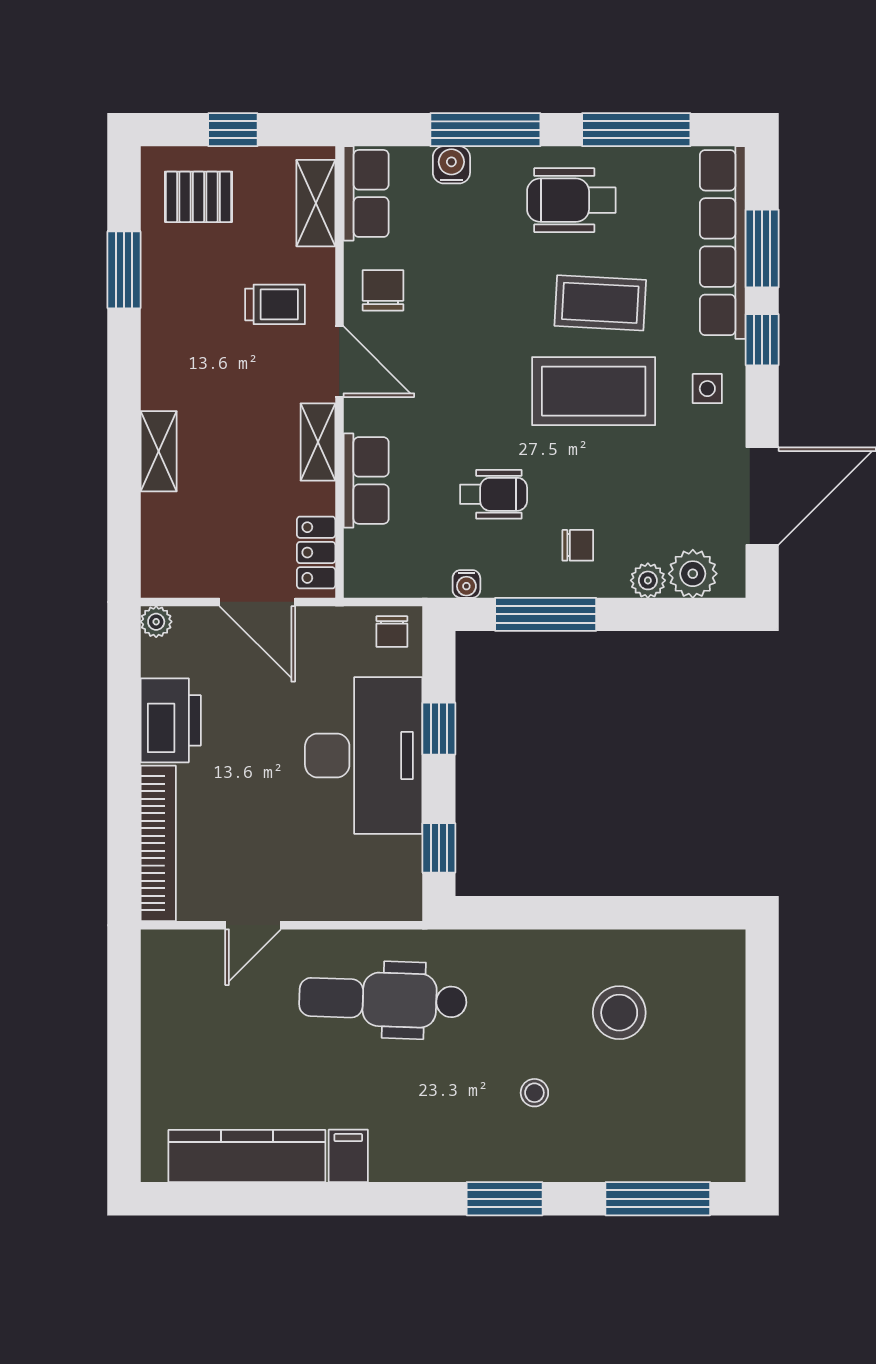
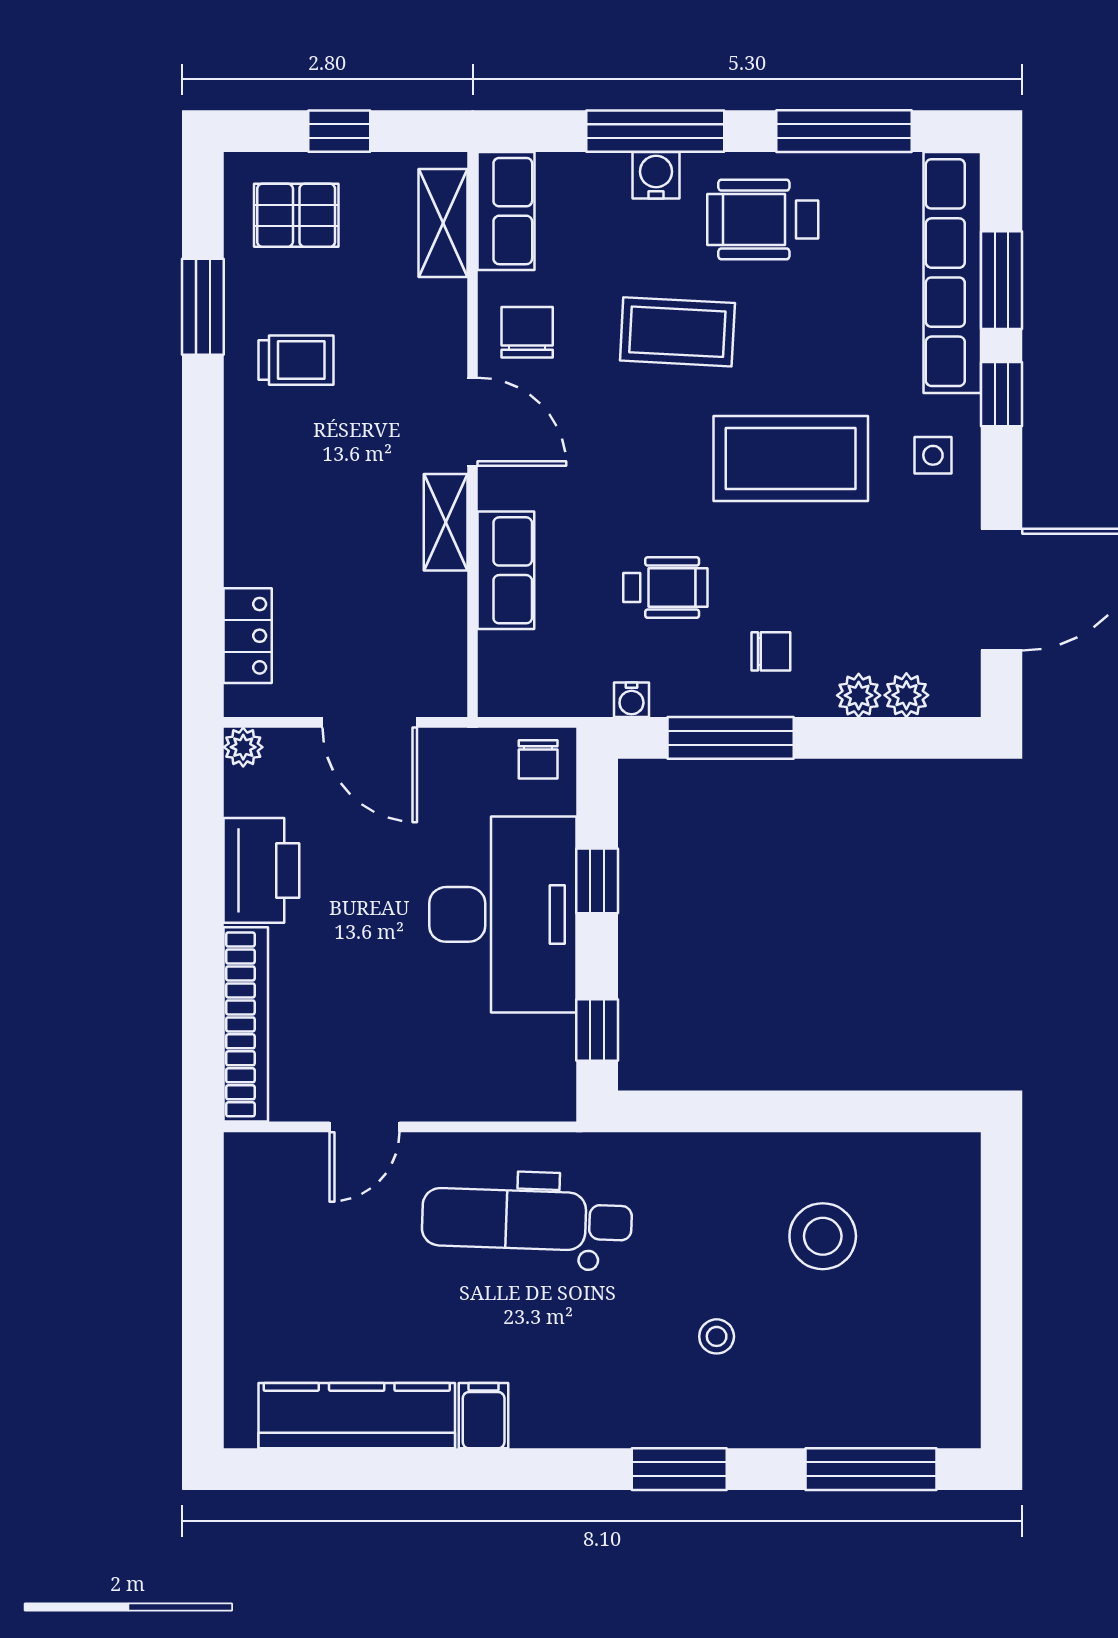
water cooler: (451, 165) -> (656, 175), moved
coffee table: (600, 303) -> (677, 332), moved
trolley: (275, 304) -> (296, 360), moved
shelving: (159, 451) -> (246, 534), removed
locker: (316, 553) -> (248, 636), moved, turned 180
plant: (693, 574) -> (906, 695), width x0.73, depth x0.73

